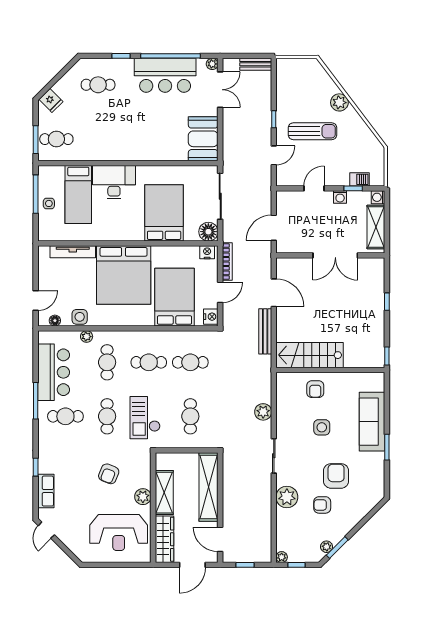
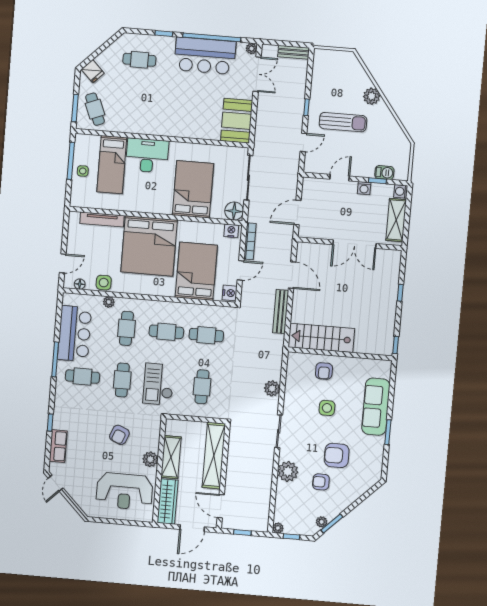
cafe table: (56, 139) -> (95, 109), turned 68
armchair: (336, 476) -> (337, 455), turned -90

